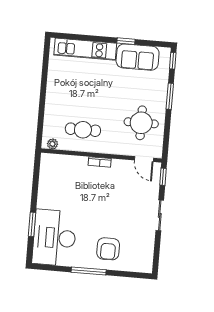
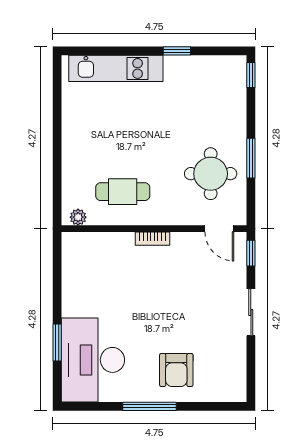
sofa: (138, 57) -> (197, 74), removed
window: (170, 96) -> (251, 158), moved

